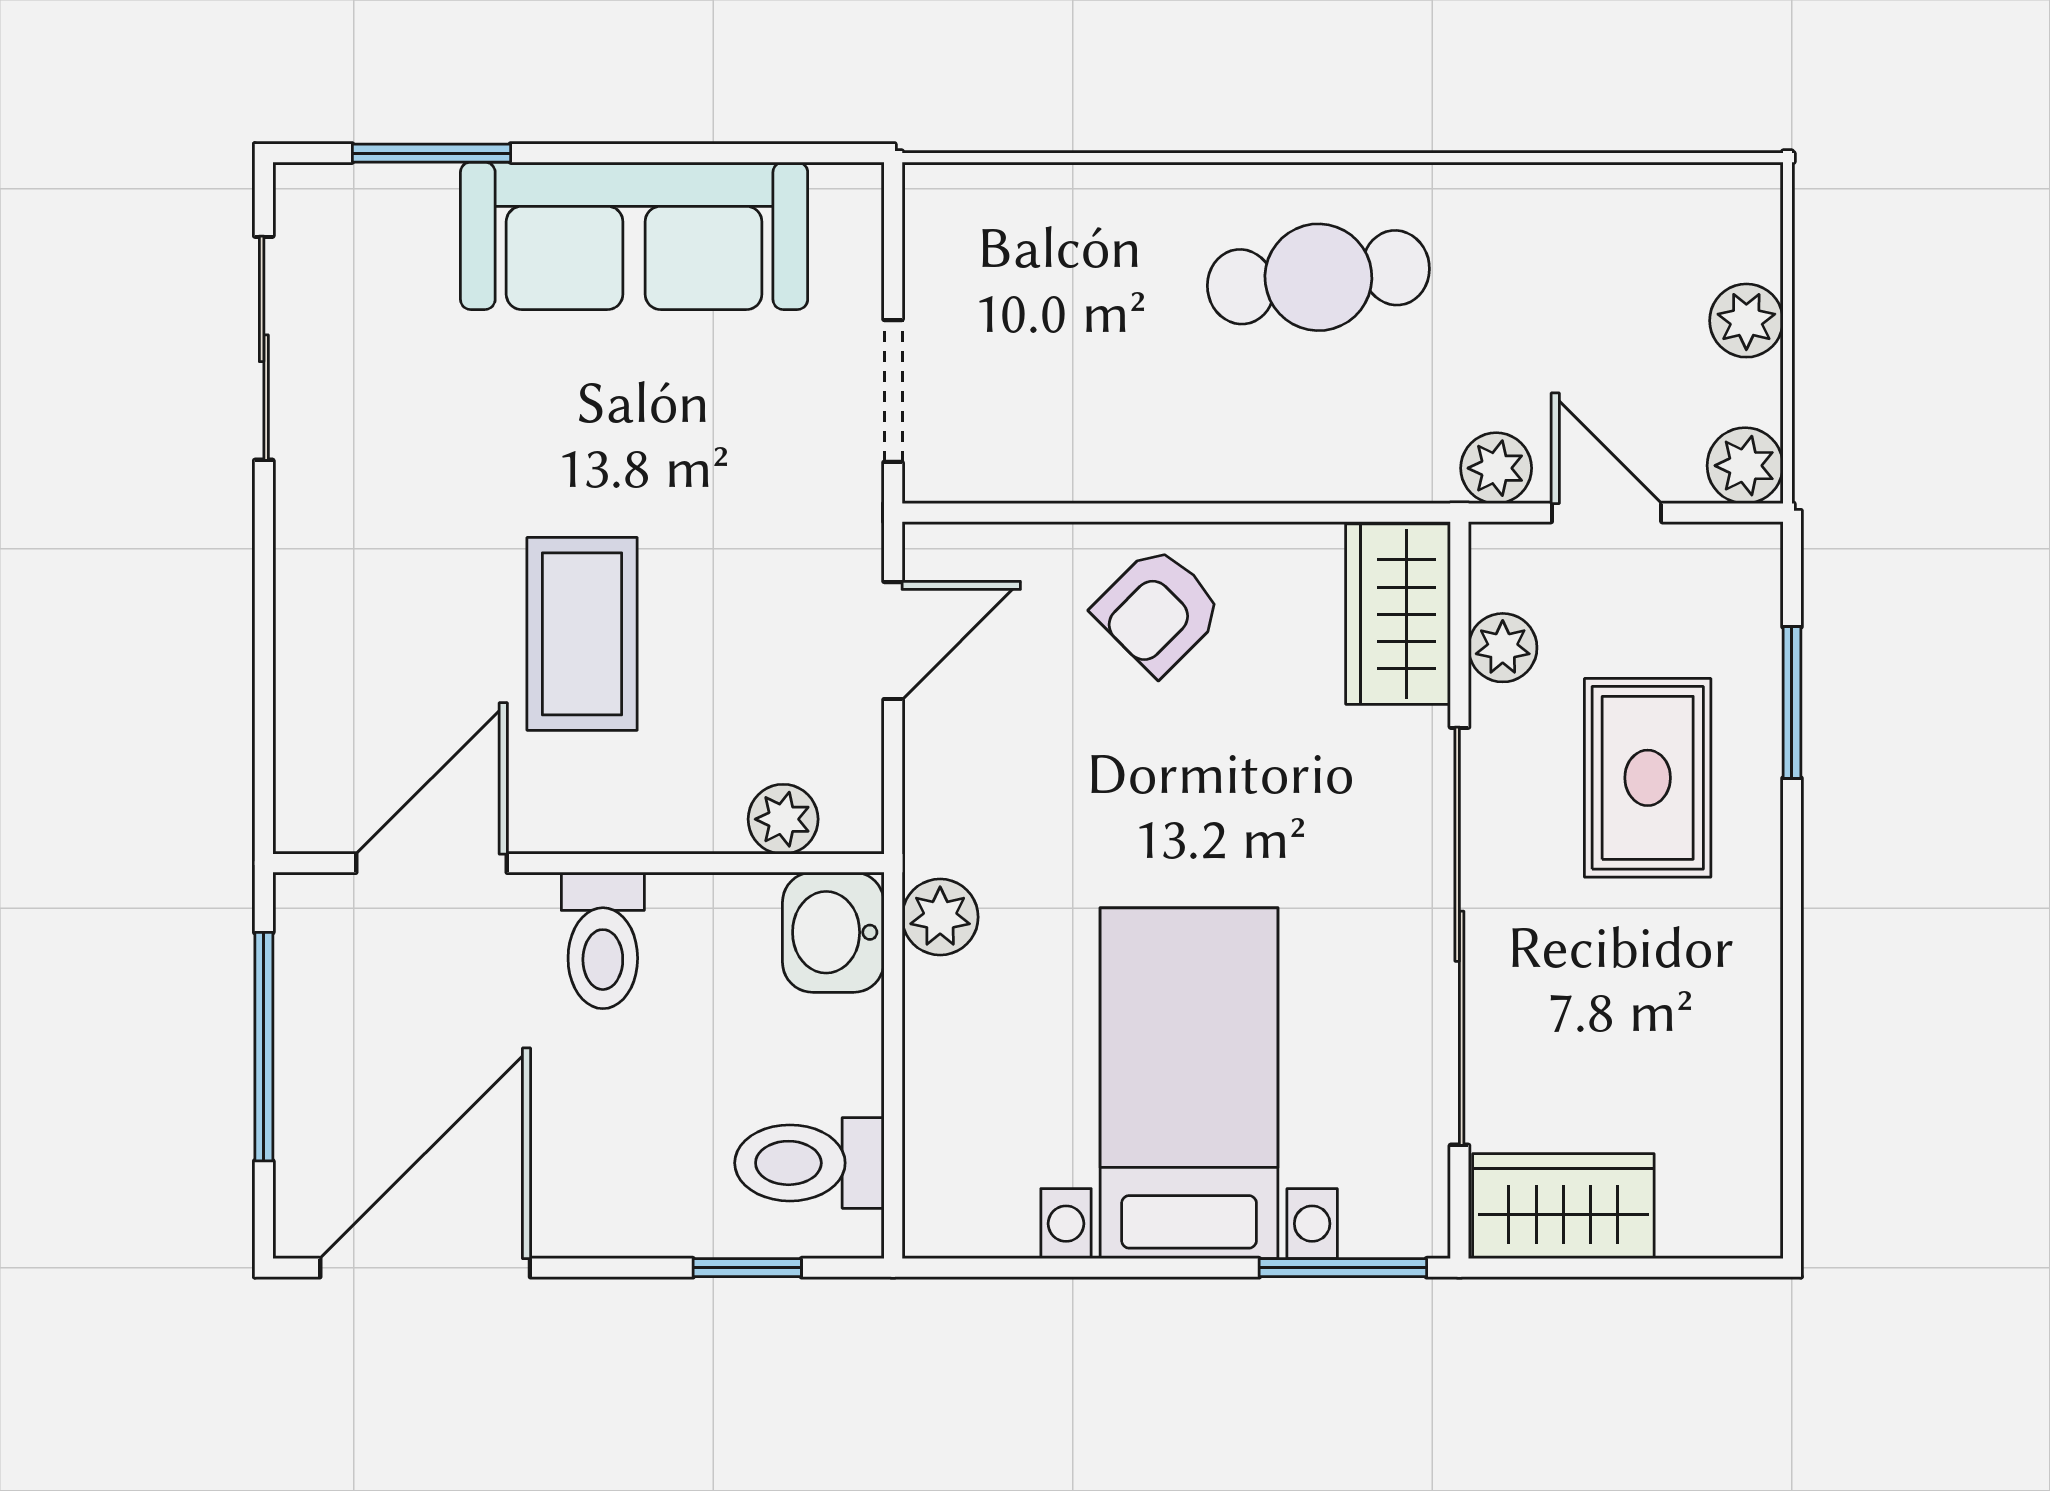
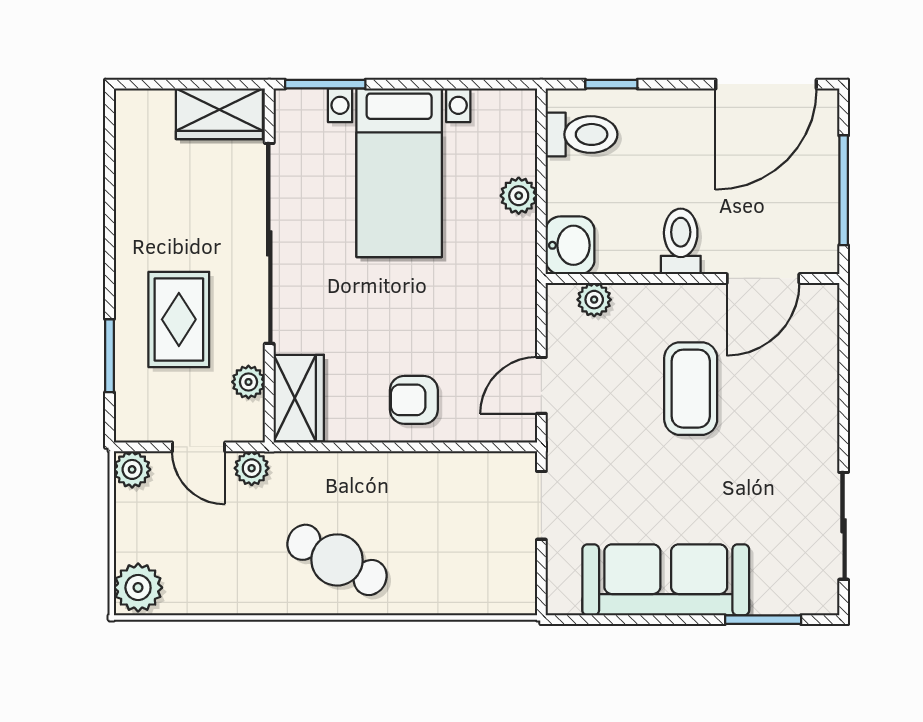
cafe table: (1318, 277) -> (337, 560), turned 35
plant: (1746, 321) -> (138, 588), moved, width x1.38, depth x1.38
armchair: (1158, 610) -> (414, 400), turned -135
plant: (940, 917) -> (519, 196), moved

